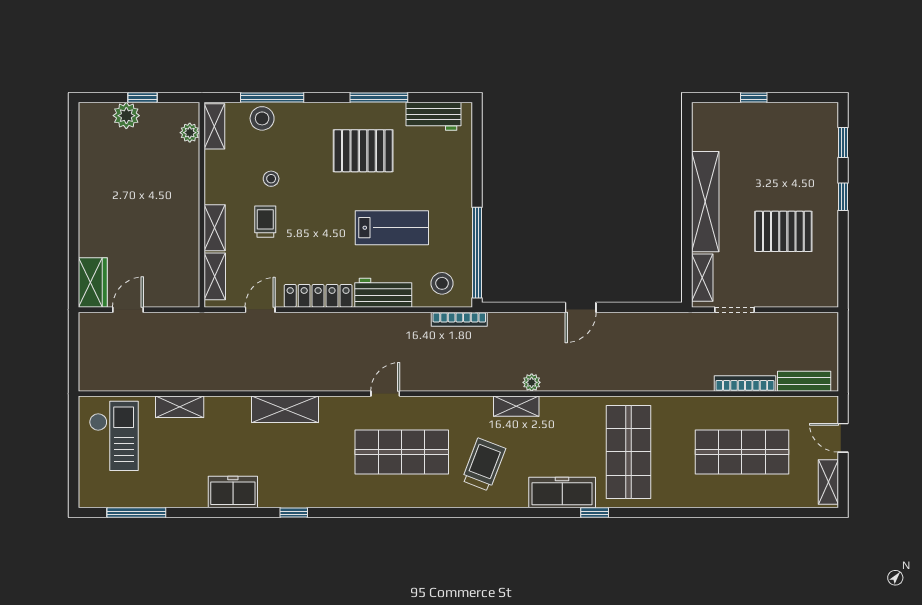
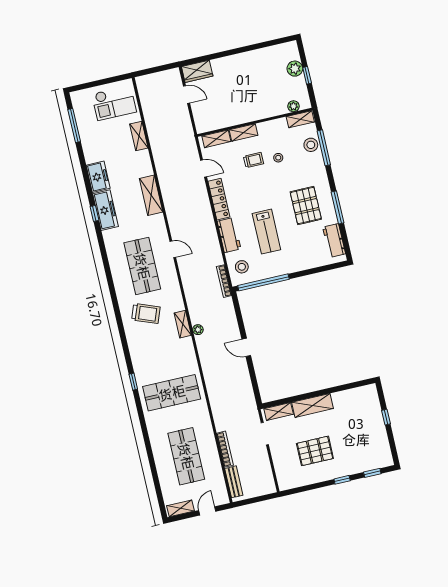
shelving: (705, 202) -> (312, 405), width x0.68
pallet: (783, 231) -> (315, 451), turned 90
freezer: (562, 493) -> (106, 210), moved

